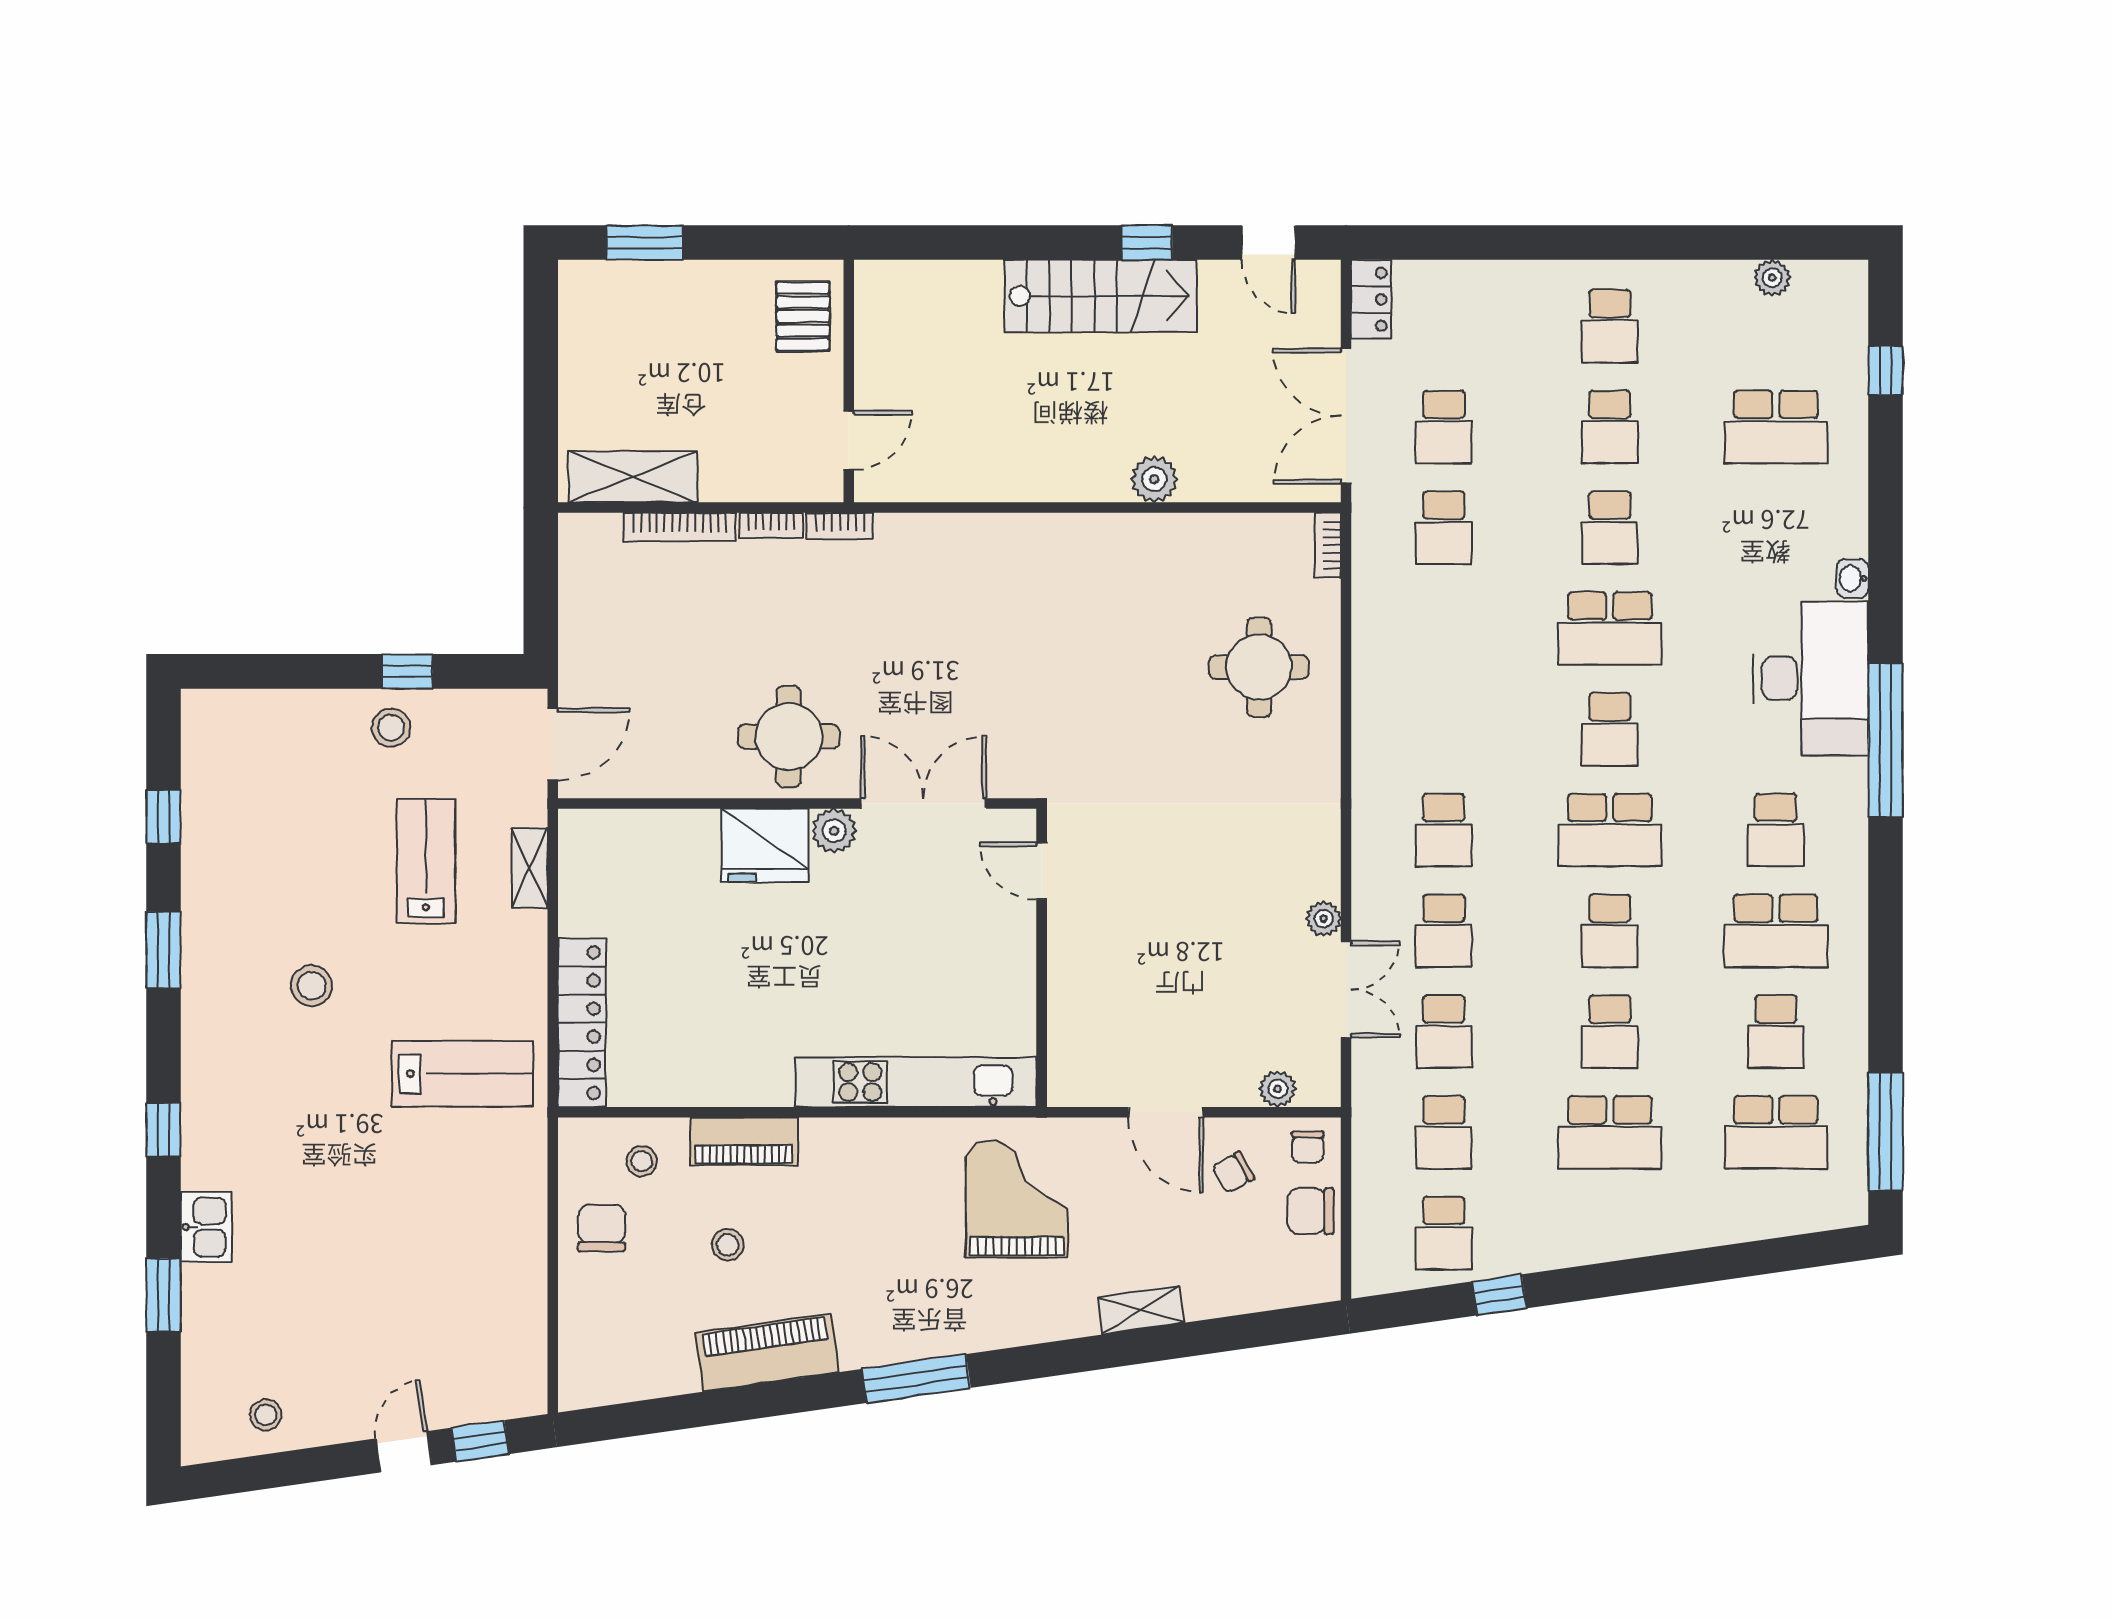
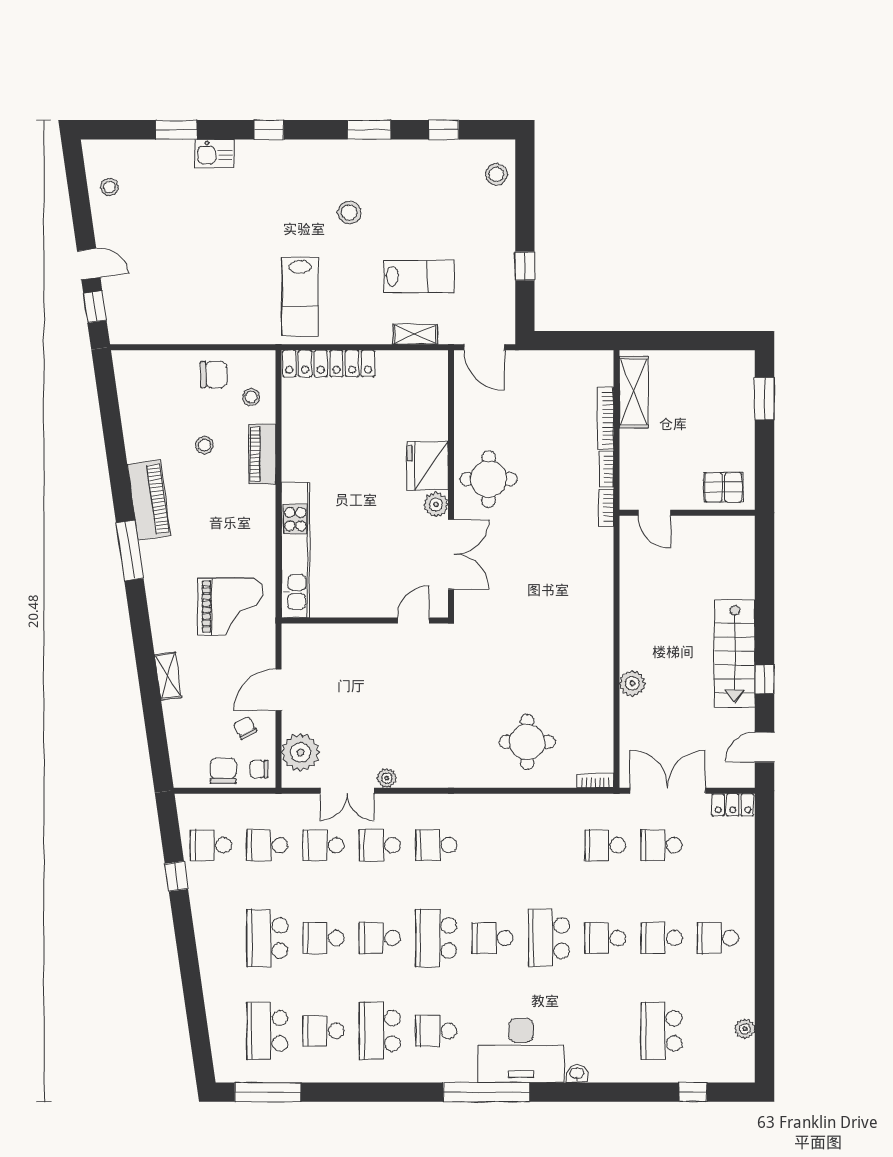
stool: (391, 728) -> (496, 174), moved
plant: (1278, 1089) -> (300, 752), width x1.87, depth x1.87
piano: (767, 1352) -> (149, 500), moved

